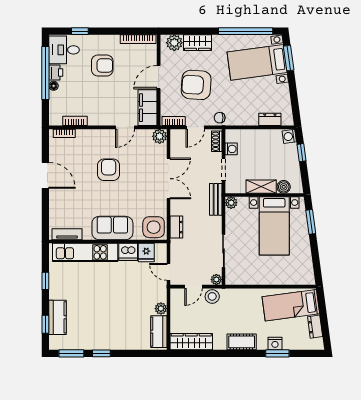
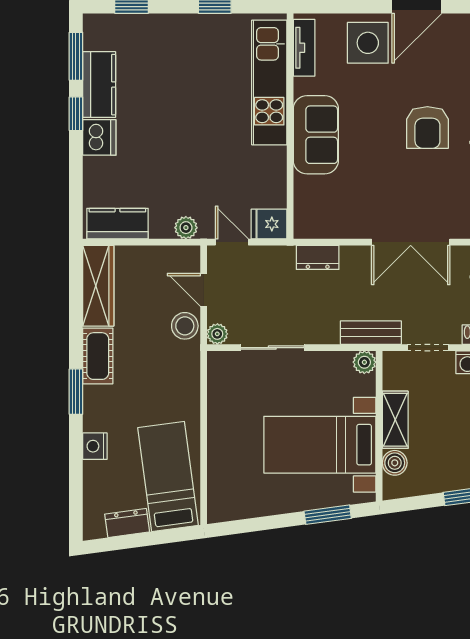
armchair: (109, 170) -> (427, 127), turned 90
side table: (154, 227) -> (368, 43), moved
dishwasher: (128, 252) -> (99, 137), moved, turned 180
fridge: (146, 253) -> (269, 224), moved
door: (168, 272) -> (232, 242), hinge flipped
plant: (161, 309) -> (186, 228), moved
kitchen counter: (58, 317) -> (99, 85), moved, turned -90
cot: (242, 342) -> (98, 356), moved
window: (277, 353) -> (76, 392), moved

